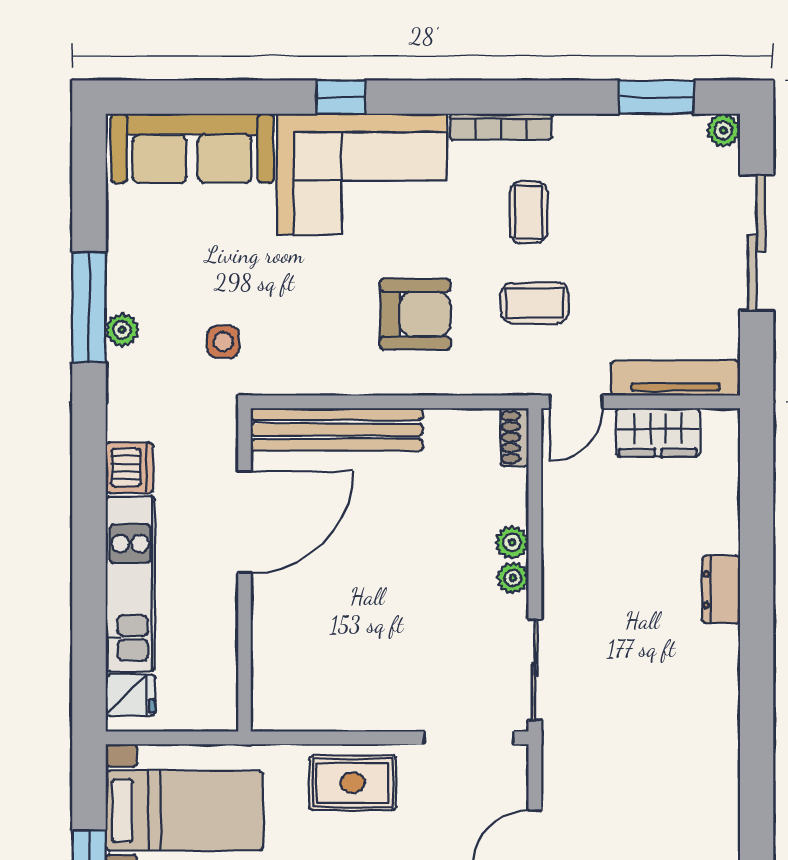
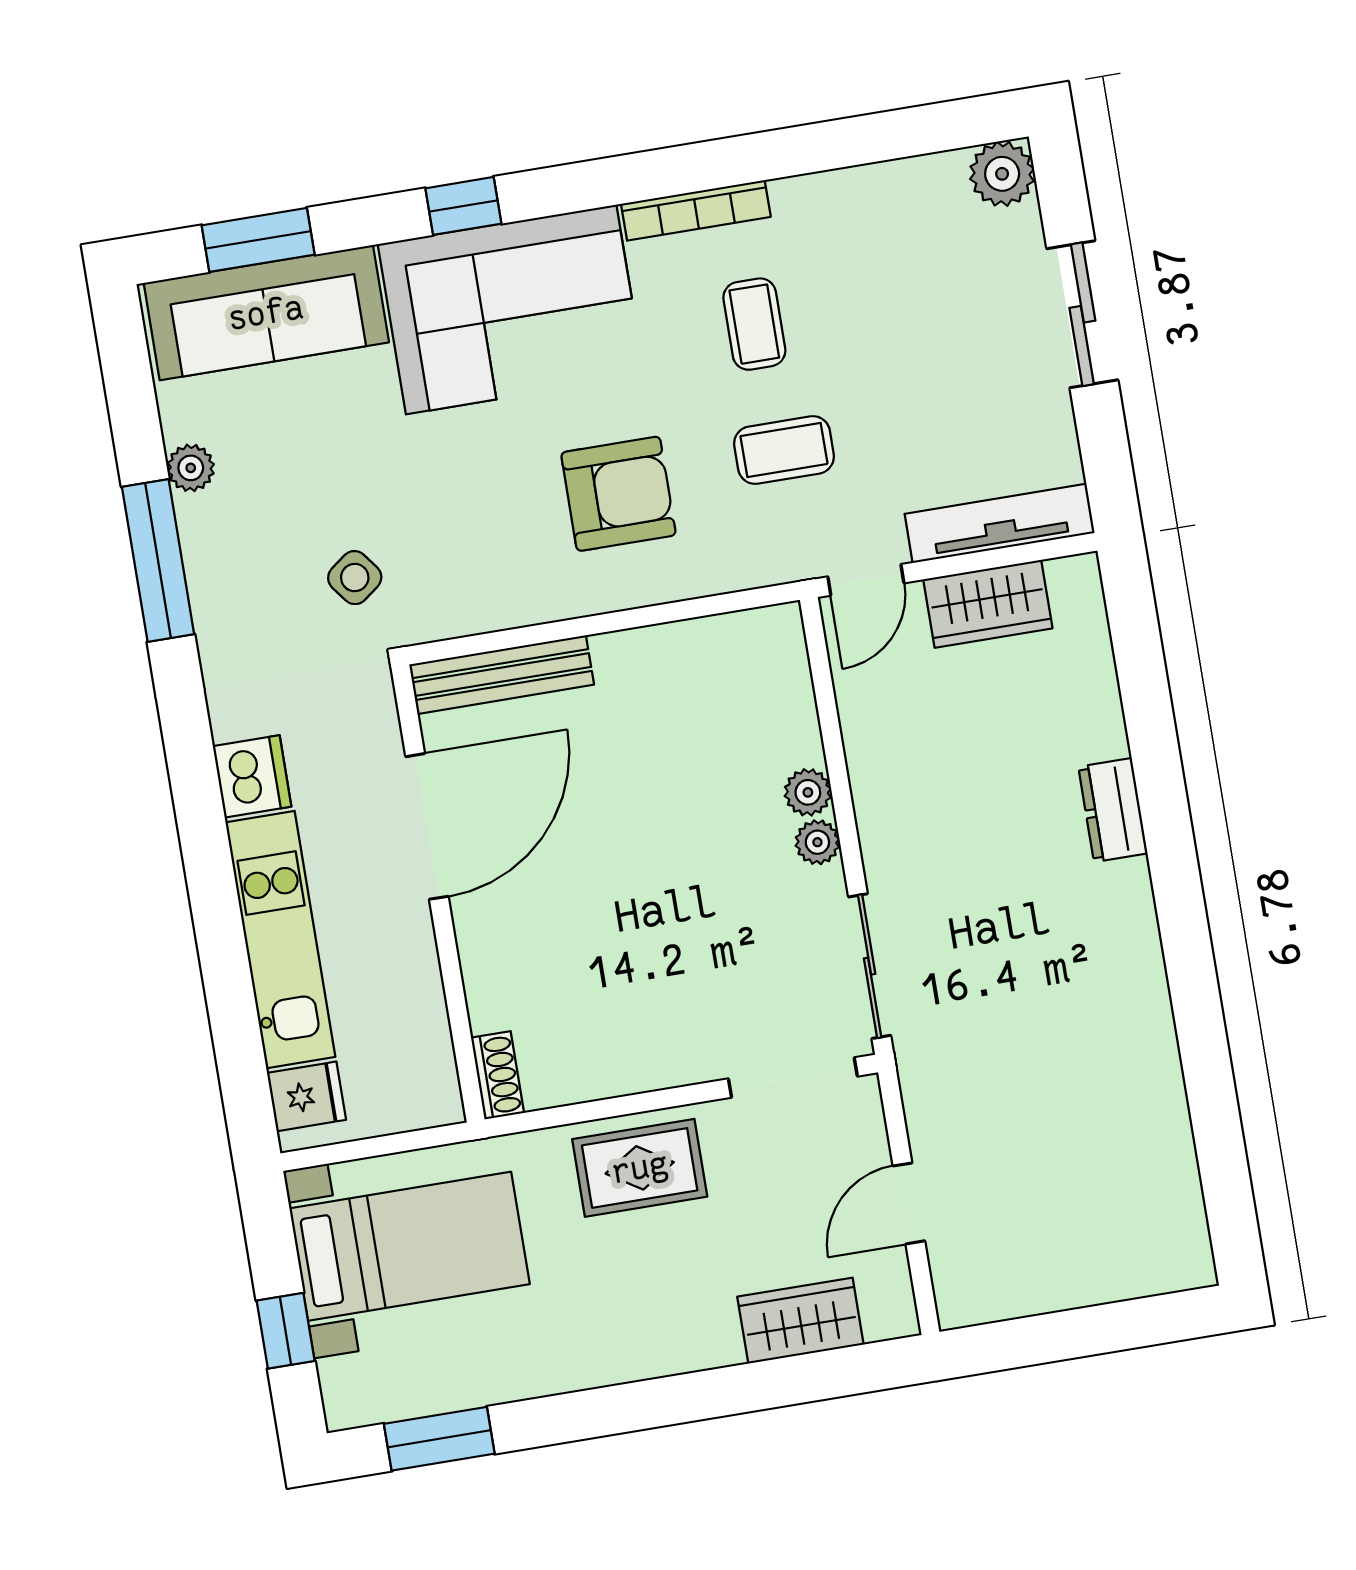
window: (656, 97) -> (258, 240), moved
plant: (723, 130) -> (1002, 174), width x1.38, depth x1.38
sliding door: (757, 243) -> (1082, 314), width x0.73
plant: (122, 330) -> (191, 468), moved
side table: (223, 342) -> (355, 578), turned -37
bench: (337, 430) -> (502, 675), width x0.73, depth x0.82
shoe rack: (514, 437) -> (498, 1075), moved, turned 180

